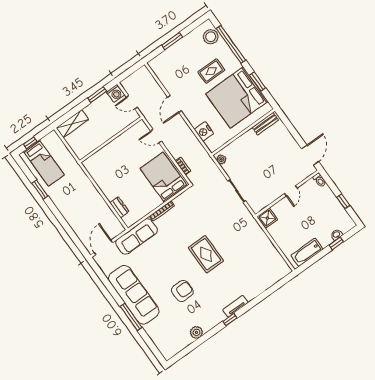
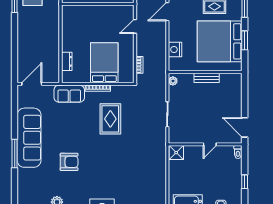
bench: (265, 124) -> (207, 78), moved
door: (156, 136) -> (135, 26), hinge flipped
door: (310, 155) -> (245, 127), swing flipped
bed: (164, 177) -> (104, 63), moved
sofa: (136, 236) -> (69, 94), width x0.73
rug: (206, 254) -> (110, 119), moved

